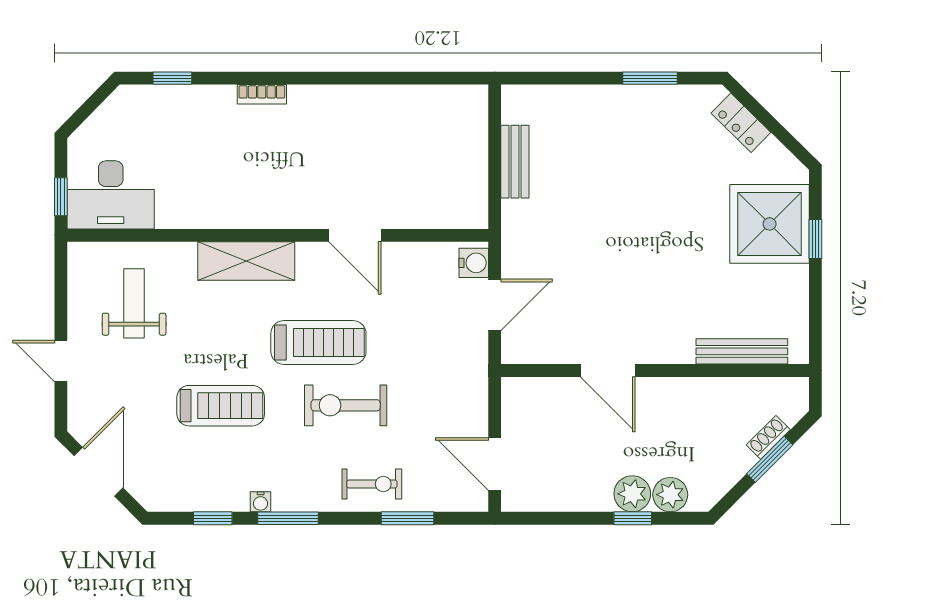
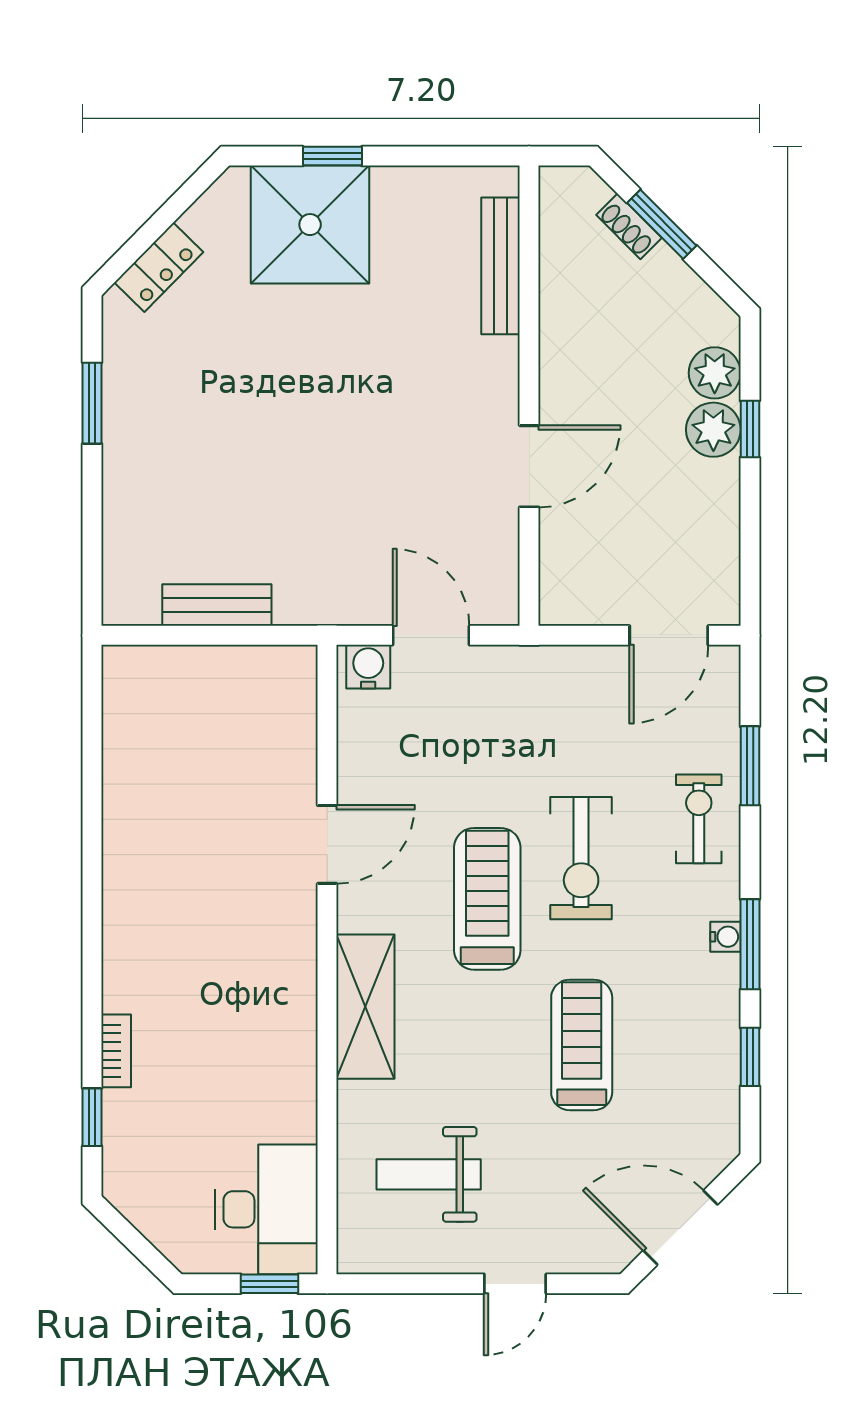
bookcase: (262, 94) -> (116, 1051), moved
water cooler: (261, 502) -> (725, 937), moved

